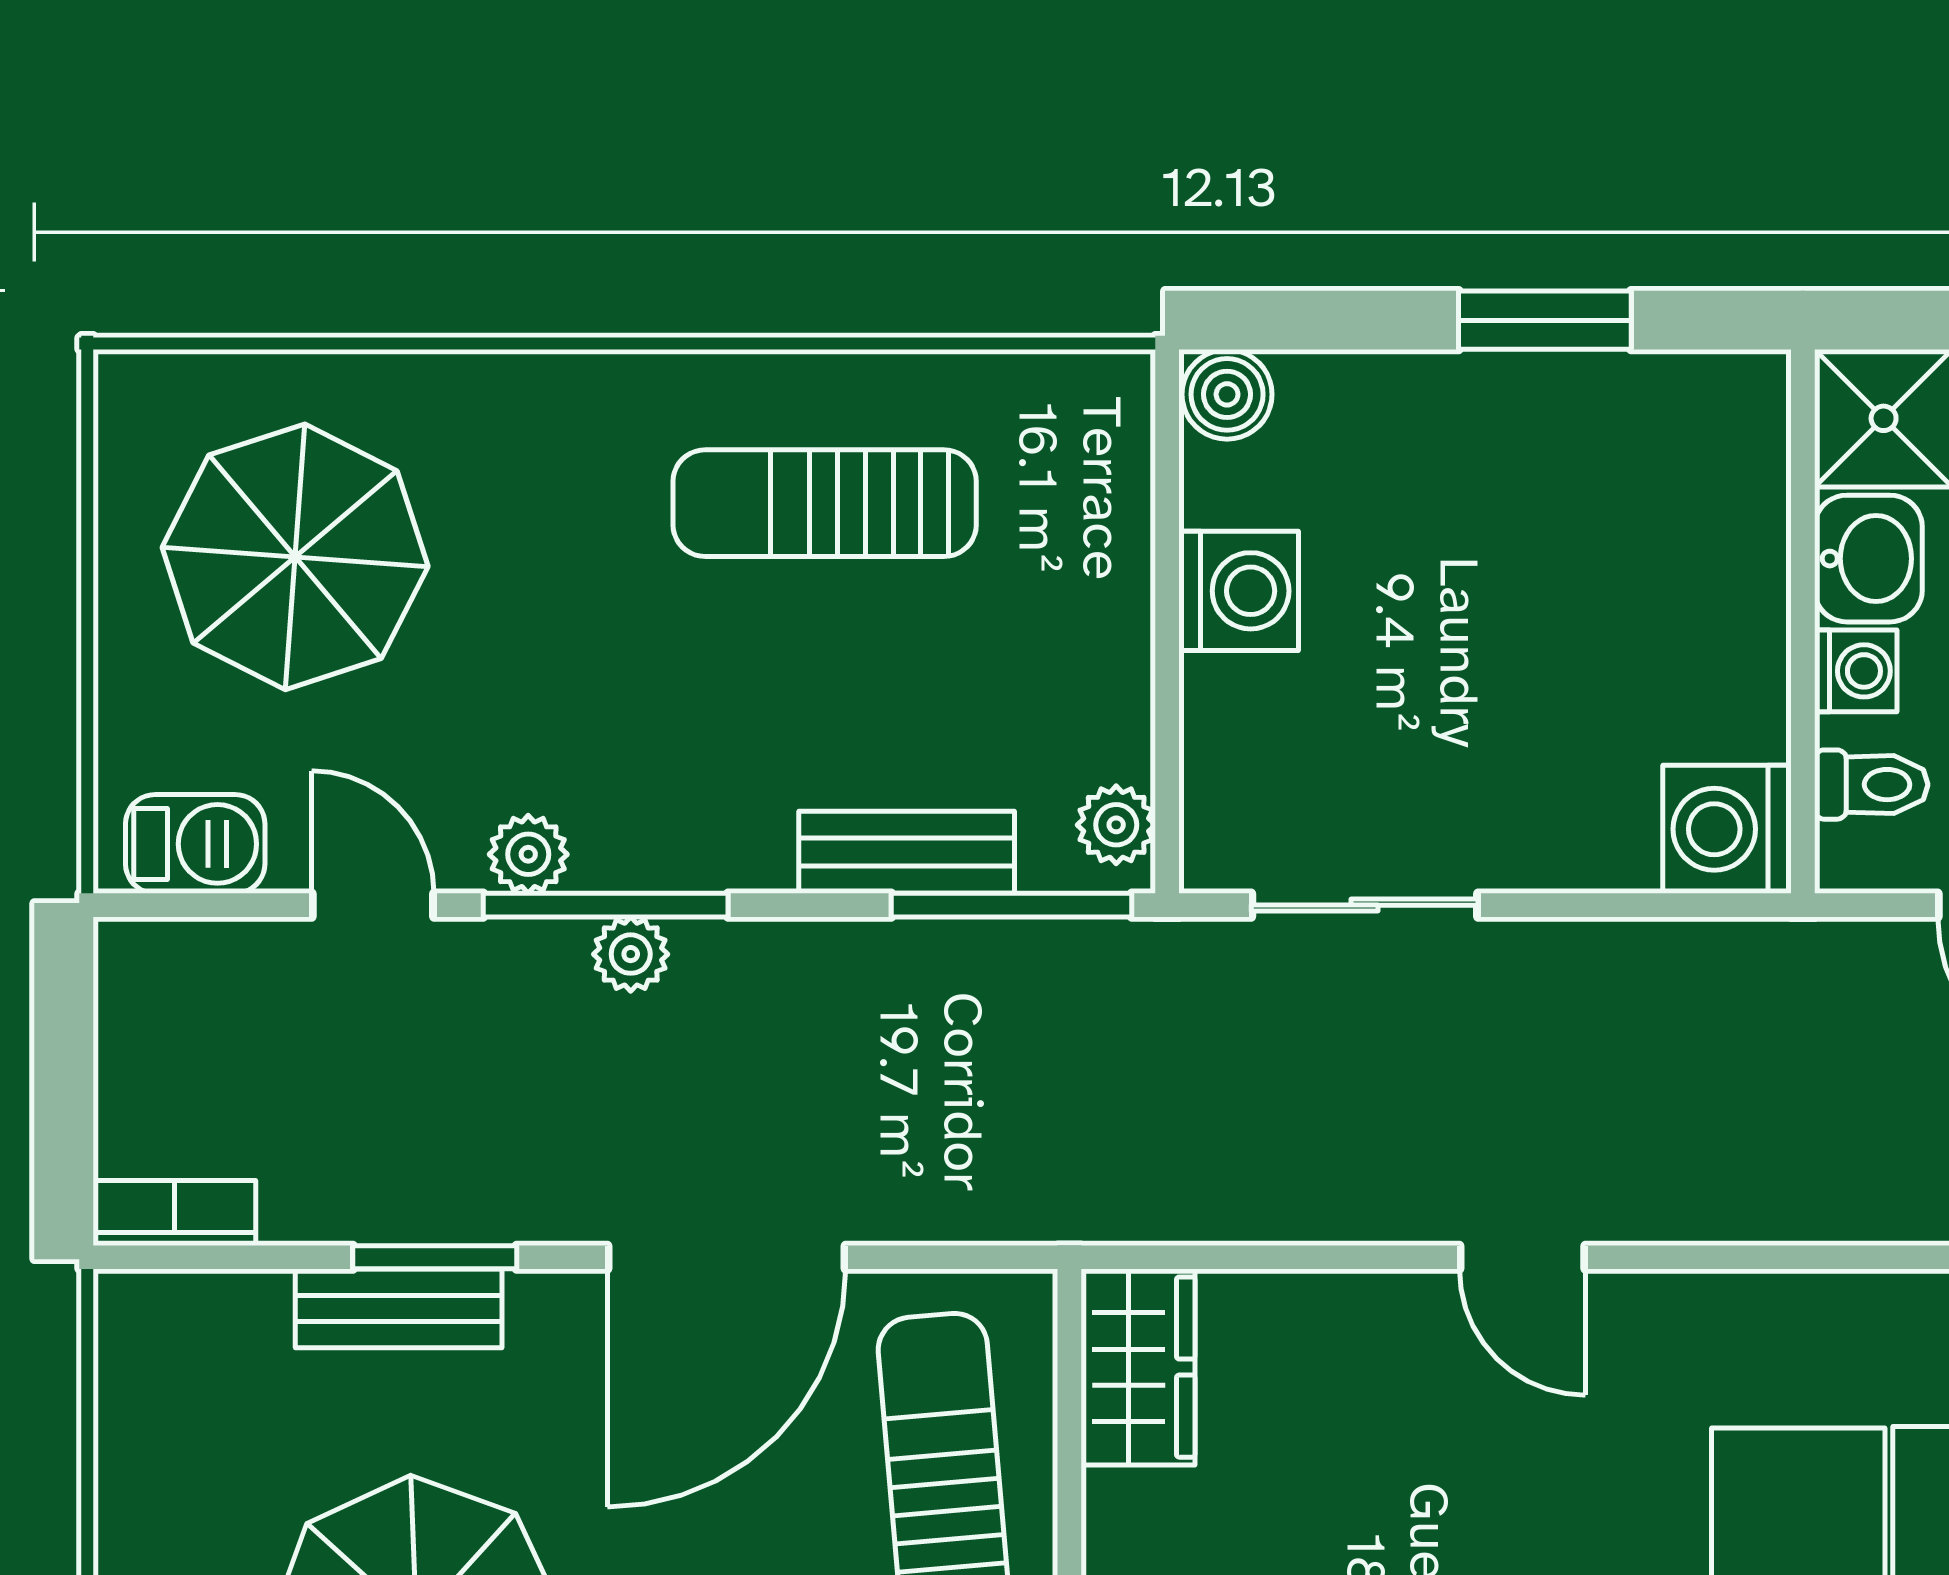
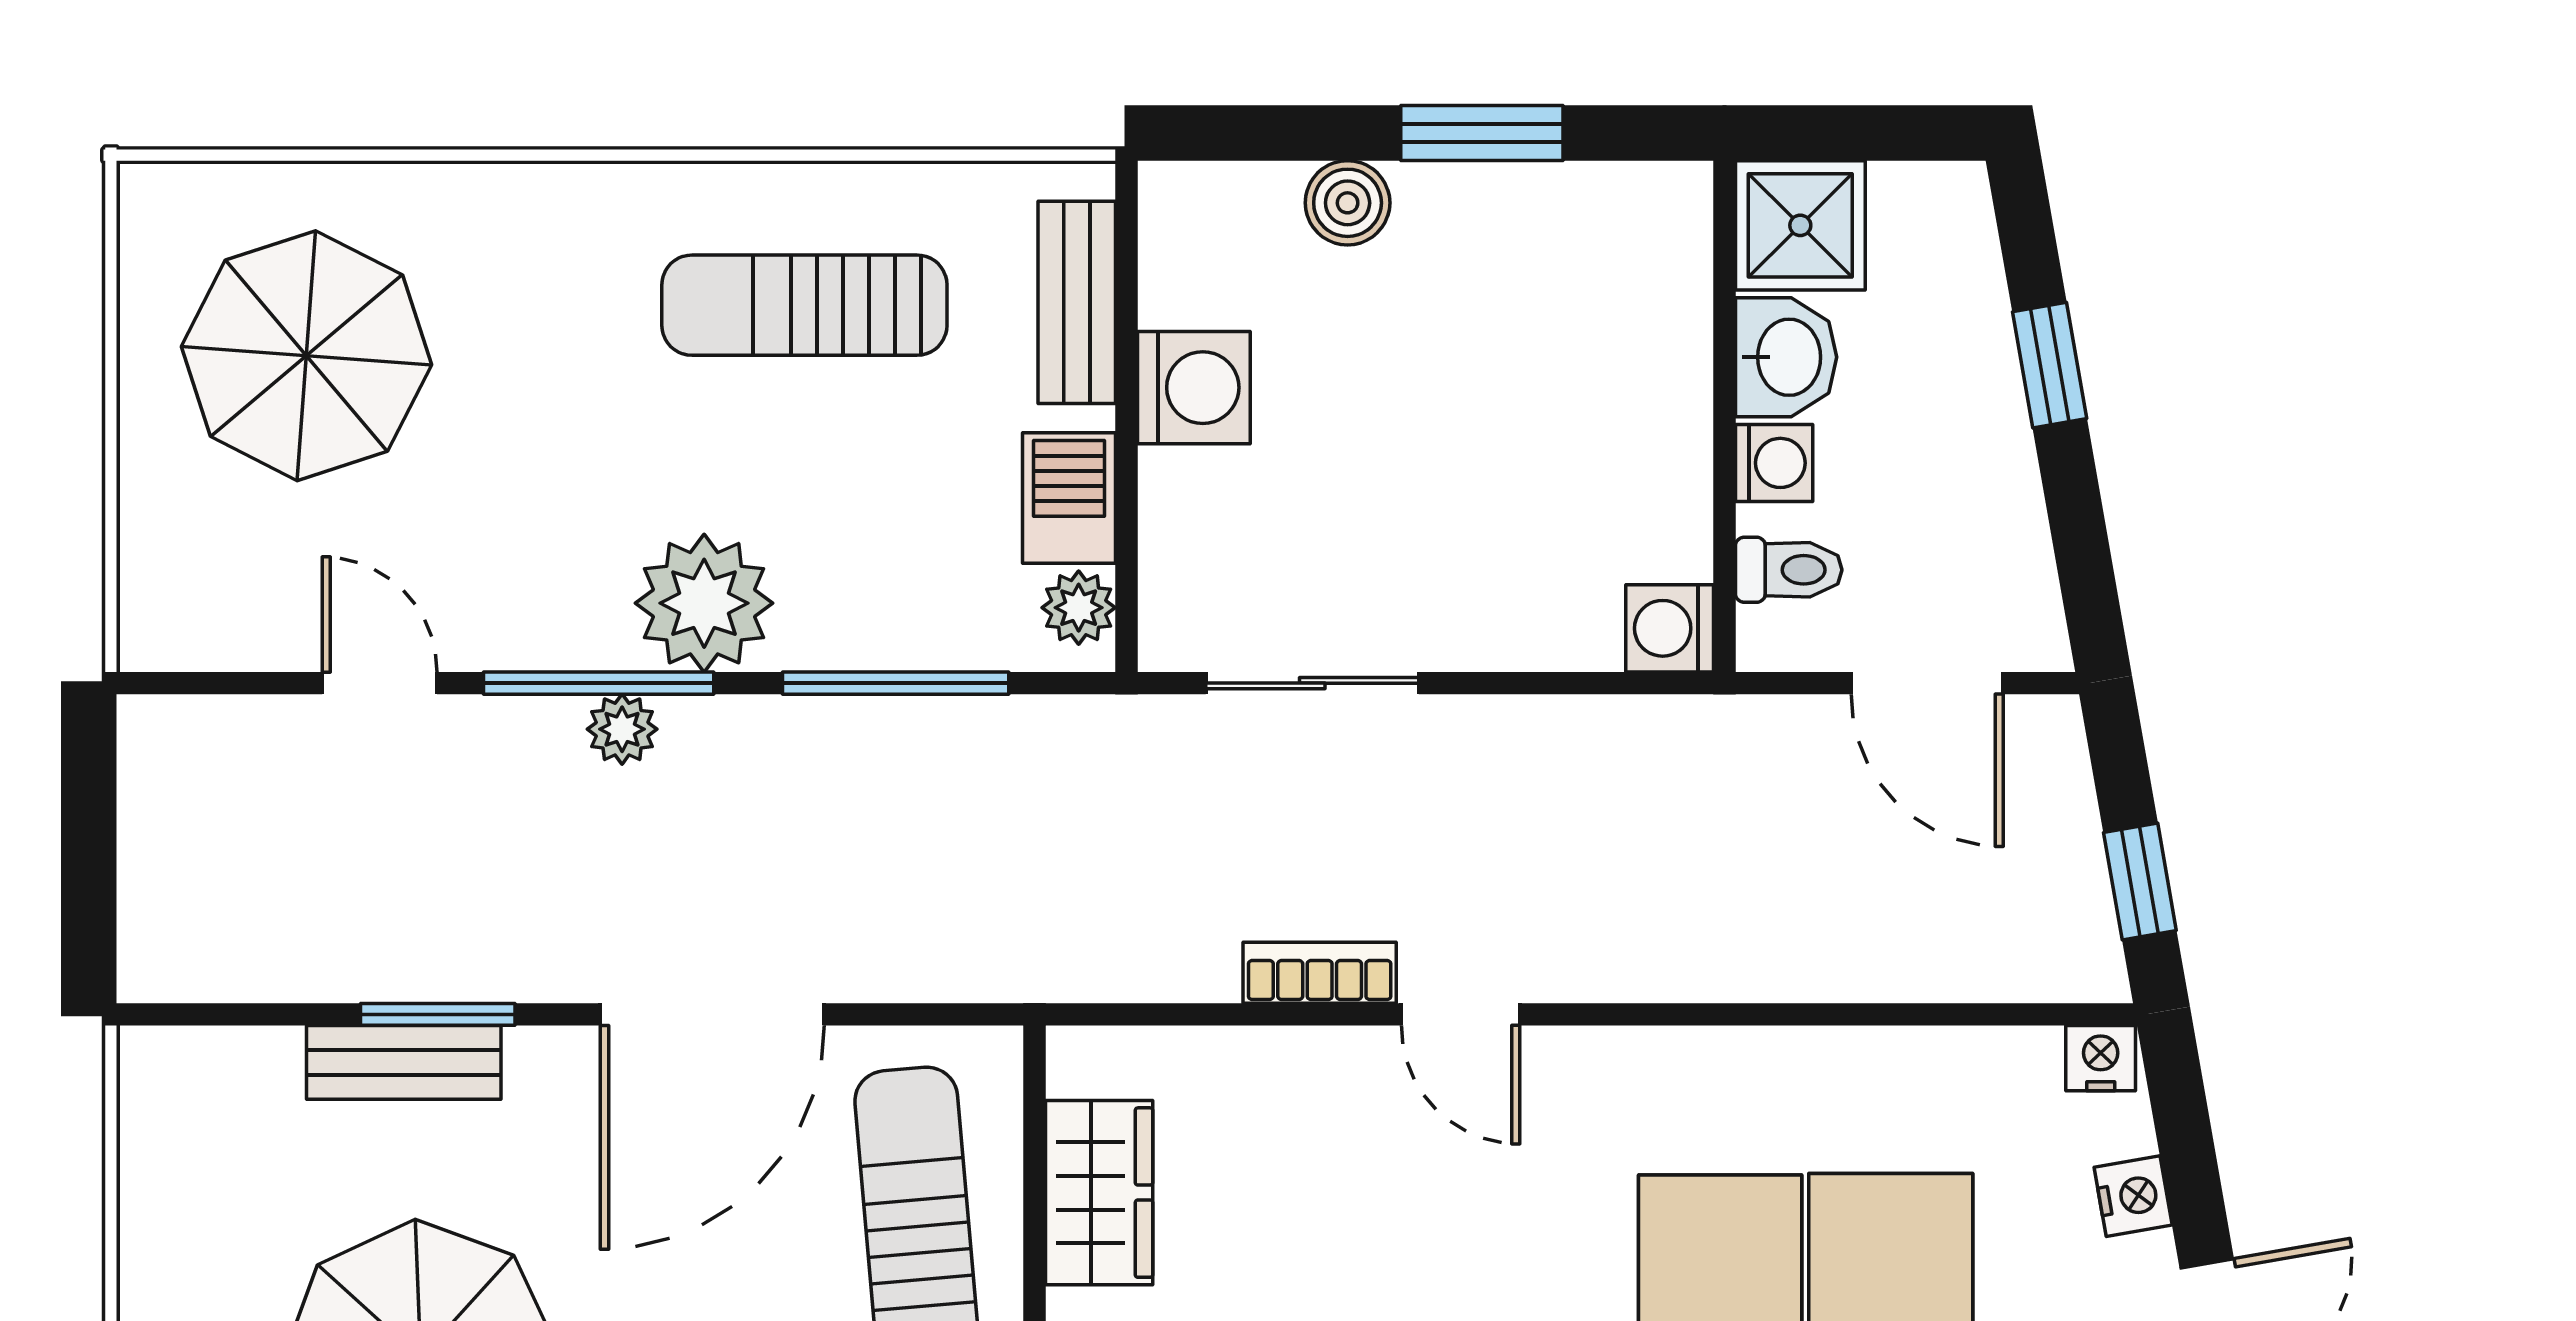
boiler: (1227, 394) -> (1348, 203), moved
washing machine: (1727, 829) -> (1670, 628), width x0.73, depth x0.73
barbecue: (195, 844) -> (1069, 498), moved, turned -90
bench: (907, 852) -> (1077, 302), moved, turned 90
plant: (528, 854) -> (704, 603), moved, width x1.88, depth x1.88
window: (1012, 905) -> (896, 683), moved
bookcase: (174, 1213) -> (1320, 973), moved
wardrobe: (1138, 1367) -> (1099, 1193), moved

